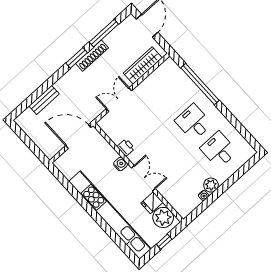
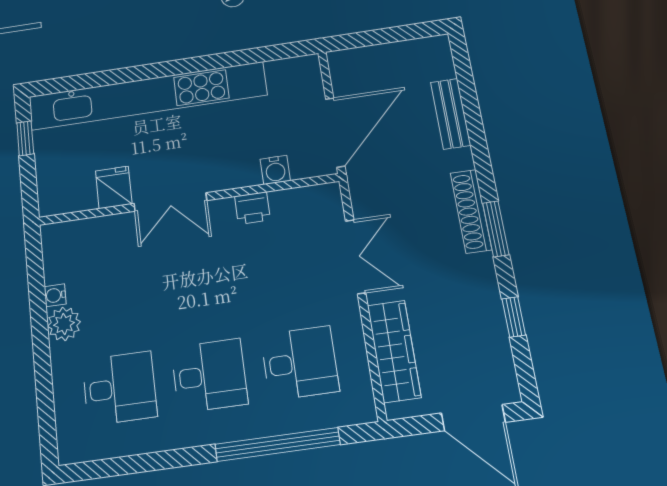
window: (104, 33) -> (514, 317), width x0.46
shoe rack: (92, 56) -> (471, 211), moved
desk: (168, 95) -> (300, 363), added
water cooler: (120, 164) -> (275, 170), moved
plant: (163, 217) -> (72, 190), removed
window: (164, 242) -> (25, 138), moved

